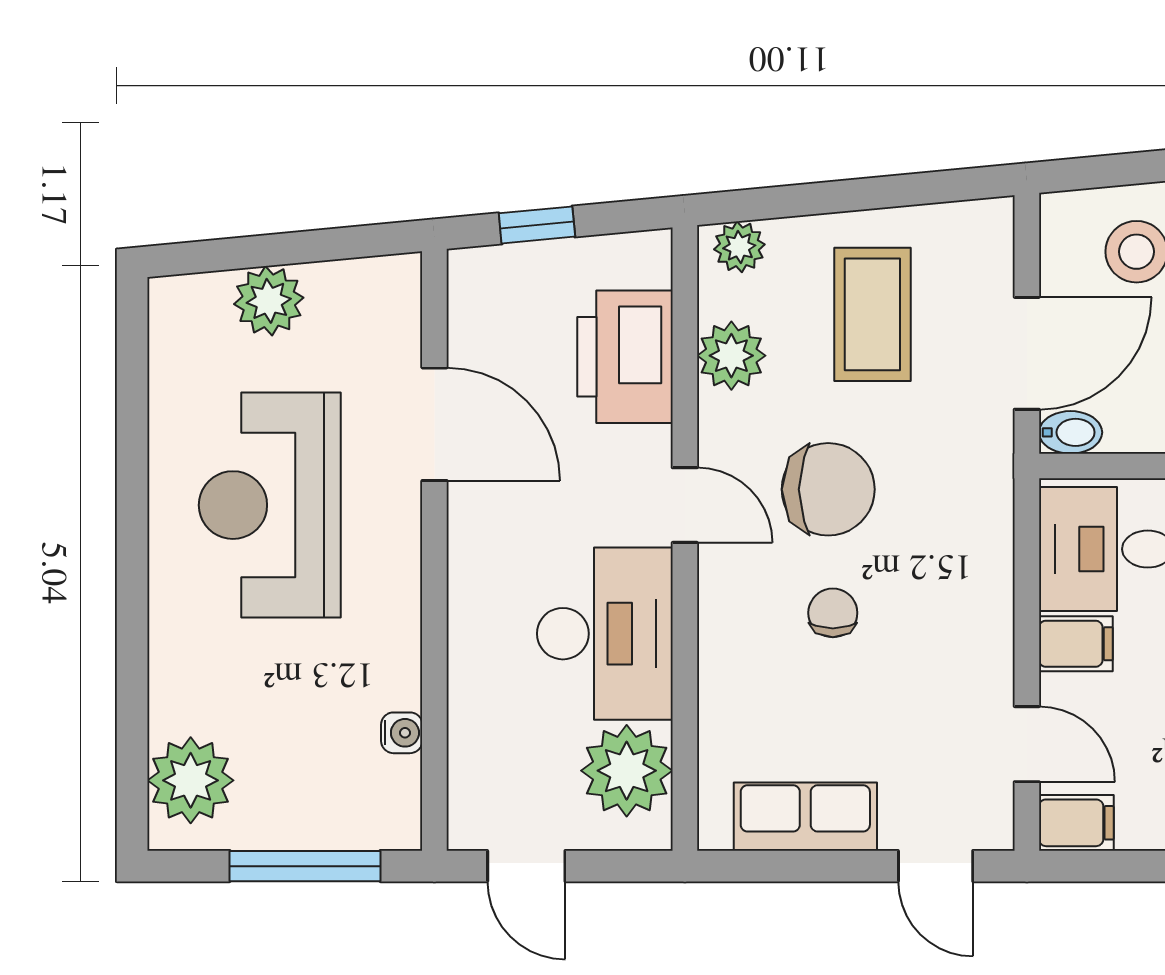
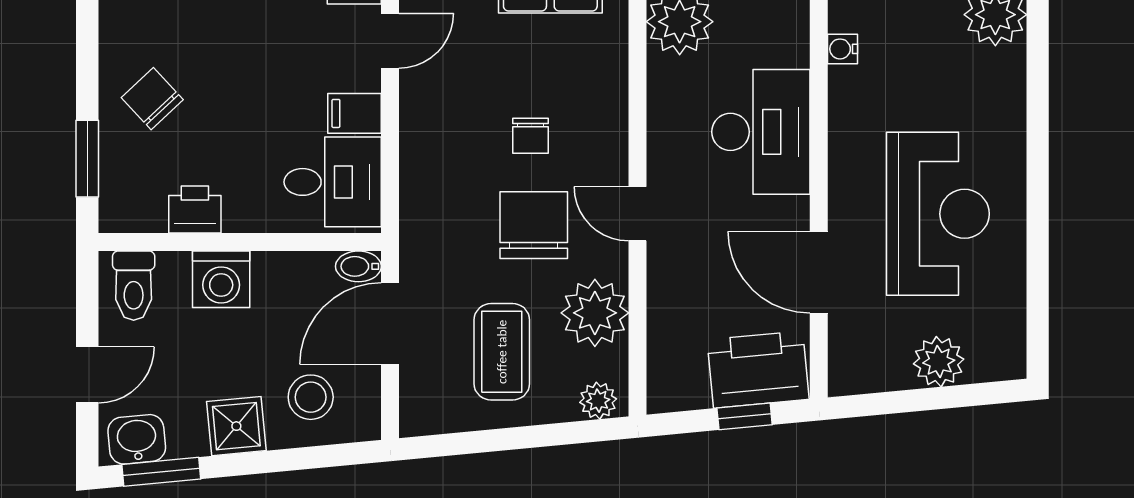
plant: (731, 356) -> (595, 313), width x1.36, depth x1.36
printer: (625, 357) -> (758, 369), moved, turned -95
chair: (828, 489) -> (534, 225), turned 90
desk: (605, 634) -> (761, 132), moved, turned 180
door: (1027, 744) -> (390, 41), swing flipped

